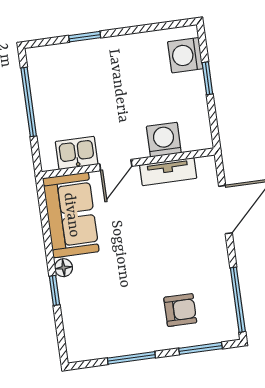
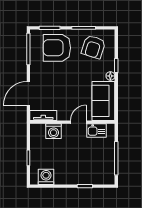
washing machine: (185, 55) -> (46, 177), moved, turned -90
tv unit: (168, 172) -> (43, 115), moved
armchair: (180, 310) -> (57, 48), width x1.88, depth x1.88
armchair: (106, 322) -> (93, 47), added

